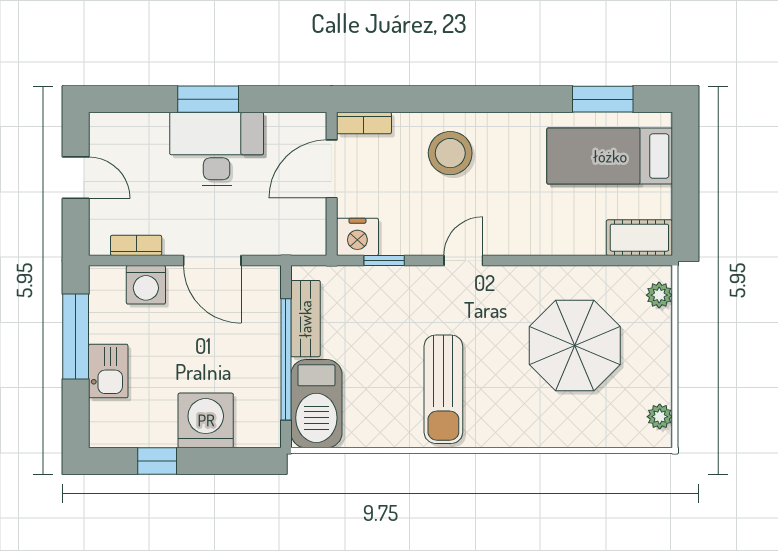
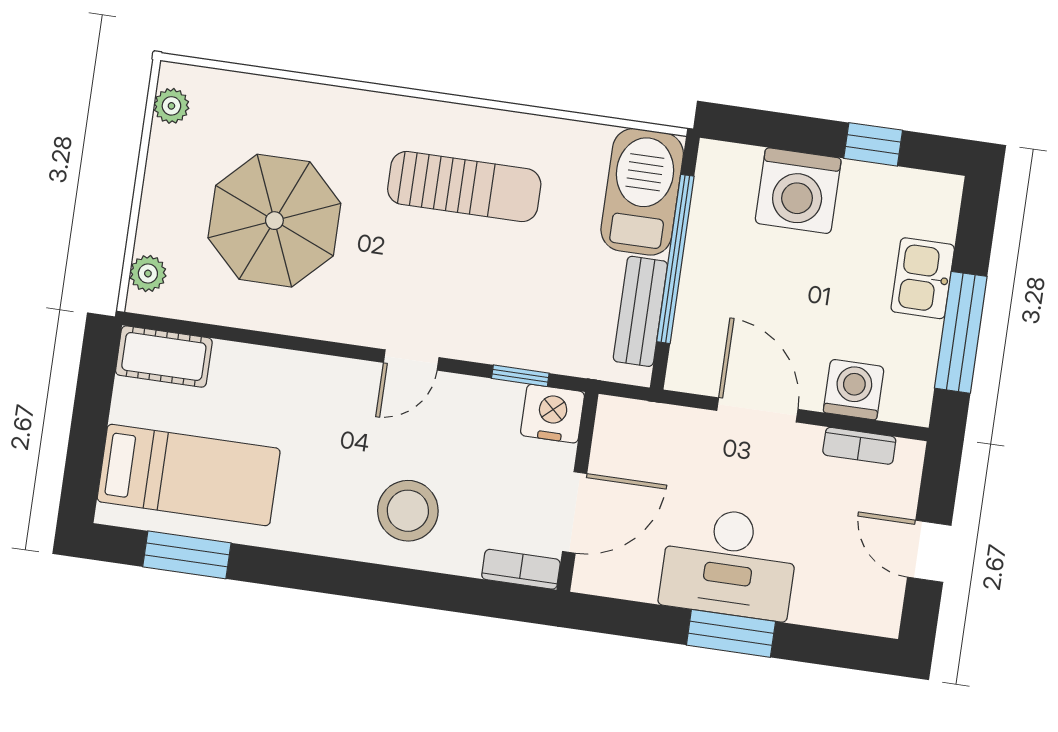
sun lounger: (443, 389) -> (464, 187), turned 90

